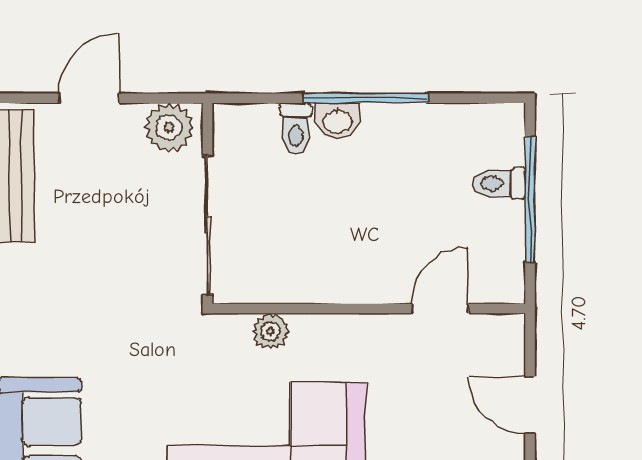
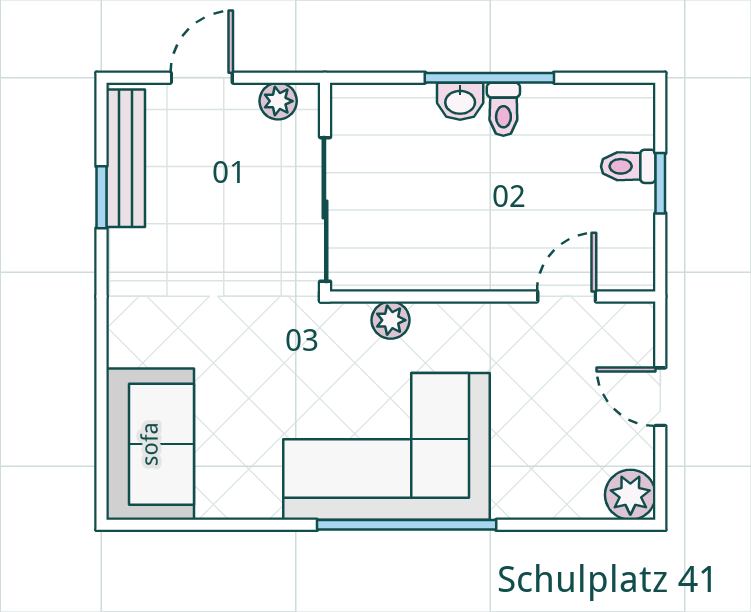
plant: (169, 127) -> (278, 101), width x0.73, depth x0.73
toilet: (296, 129) -> (503, 109), moved
window: (530, 200) -> (660, 183), width x0.46

